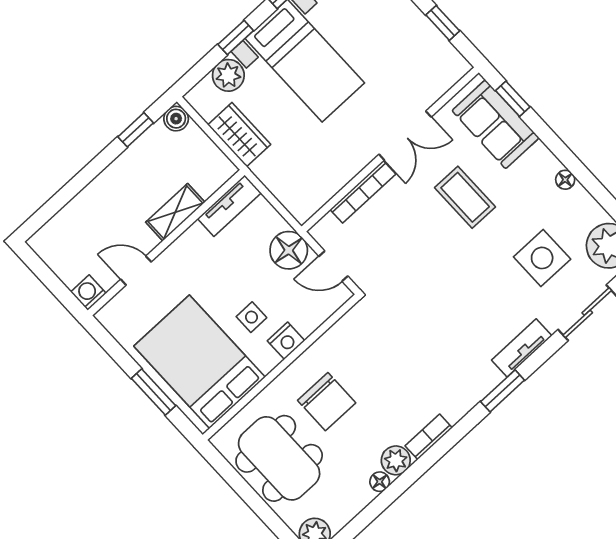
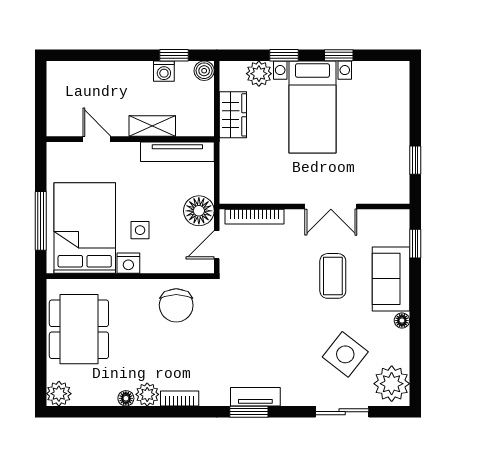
sofa: (496, 124) -> (391, 279), moved
bookcase: (363, 192) -> (254, 217), moved
tv unit: (229, 206) -> (177, 152), width x1.41
side table: (542, 258) -> (345, 354), turned 38
door: (333, 266) -> (217, 245), hinge flipped
washing machine: (88, 293) -> (164, 71), moved, turned 180
nightstand: (286, 341) -> (128, 263), moved
tv unit: (522, 348) -> (255, 397), moved
window: (154, 392) -> (41, 221), width x1.44
chair: (327, 402) -> (176, 305), moved

